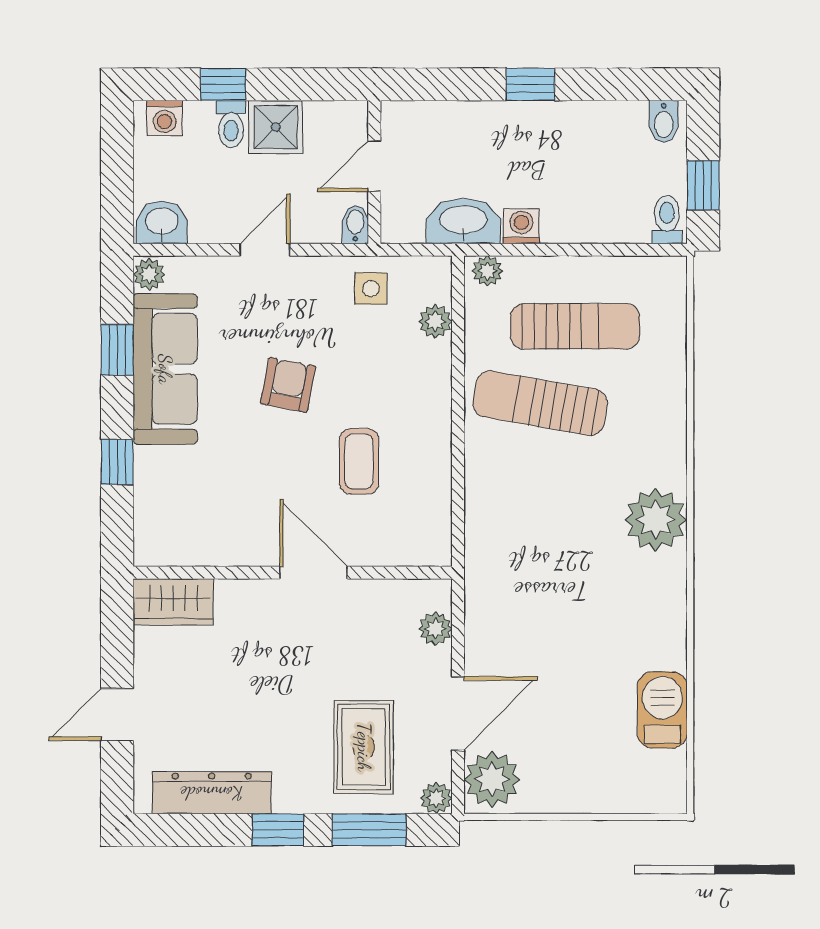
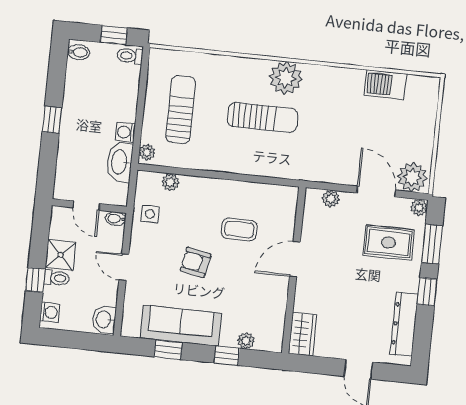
plant: (149, 274) -> (246, 341), moved
sun lounger: (540, 403) -> (262, 117), moved, turned -100

